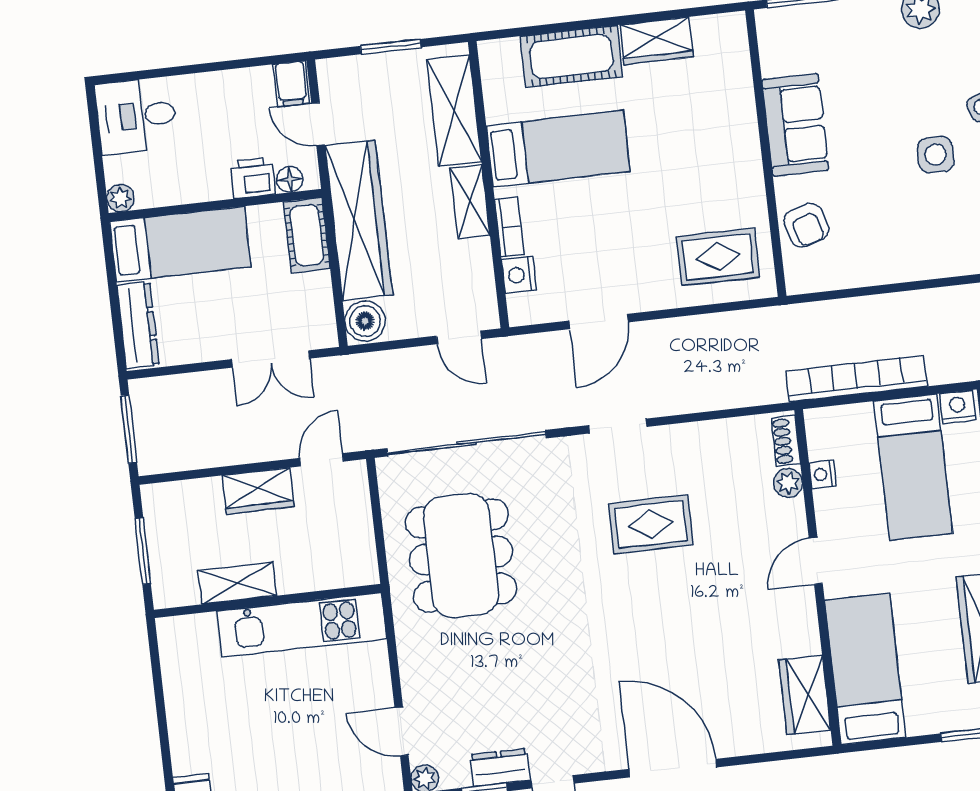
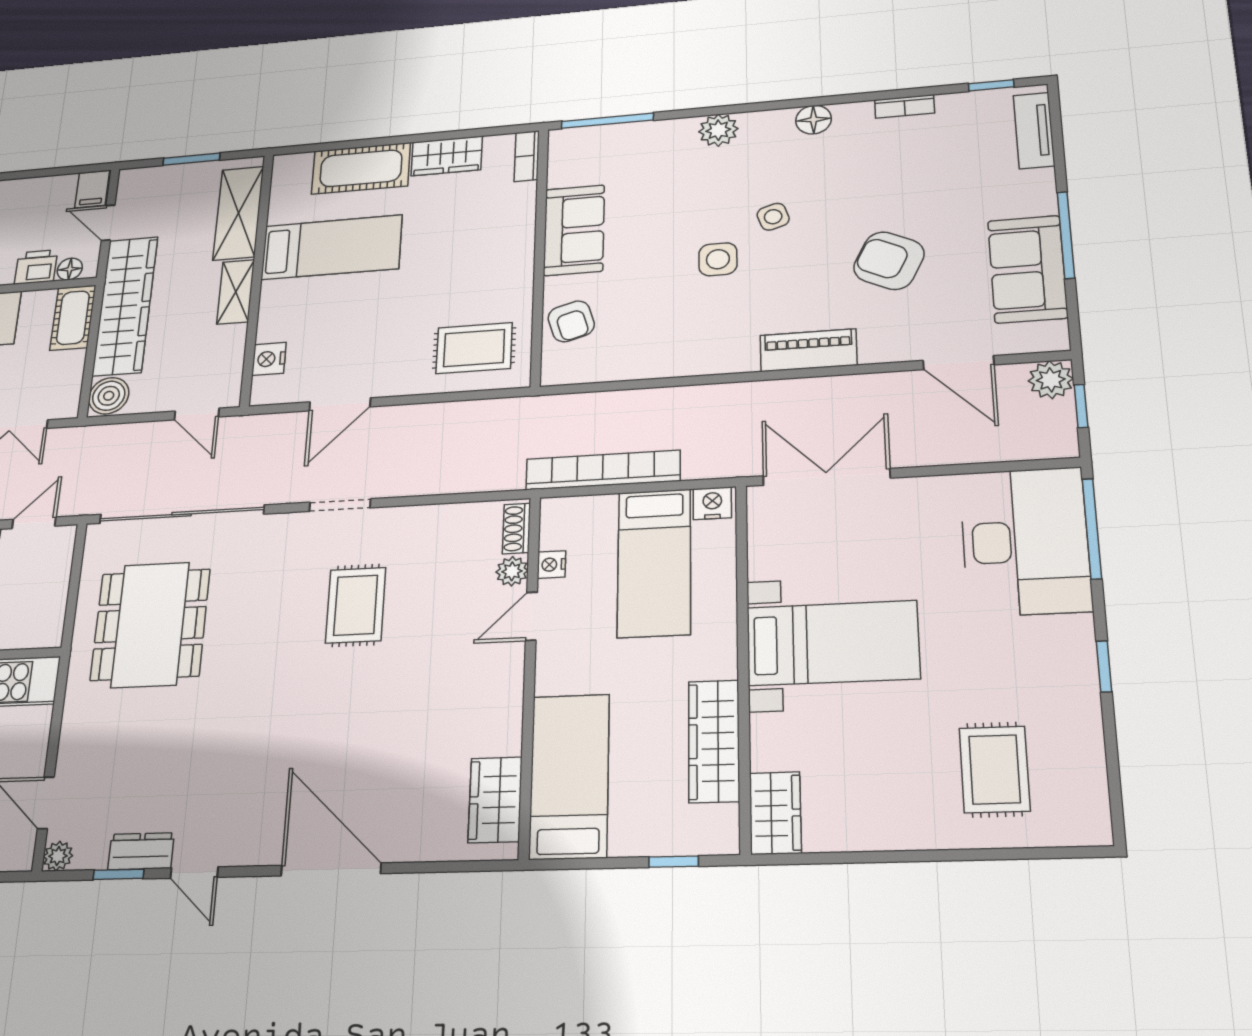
bookcase: (509, 227) -> (527, 156), moved, turned 180
rug: (651, 524) -> (356, 605), turned 90
door: (816, 561) -> (531, 616), moved

